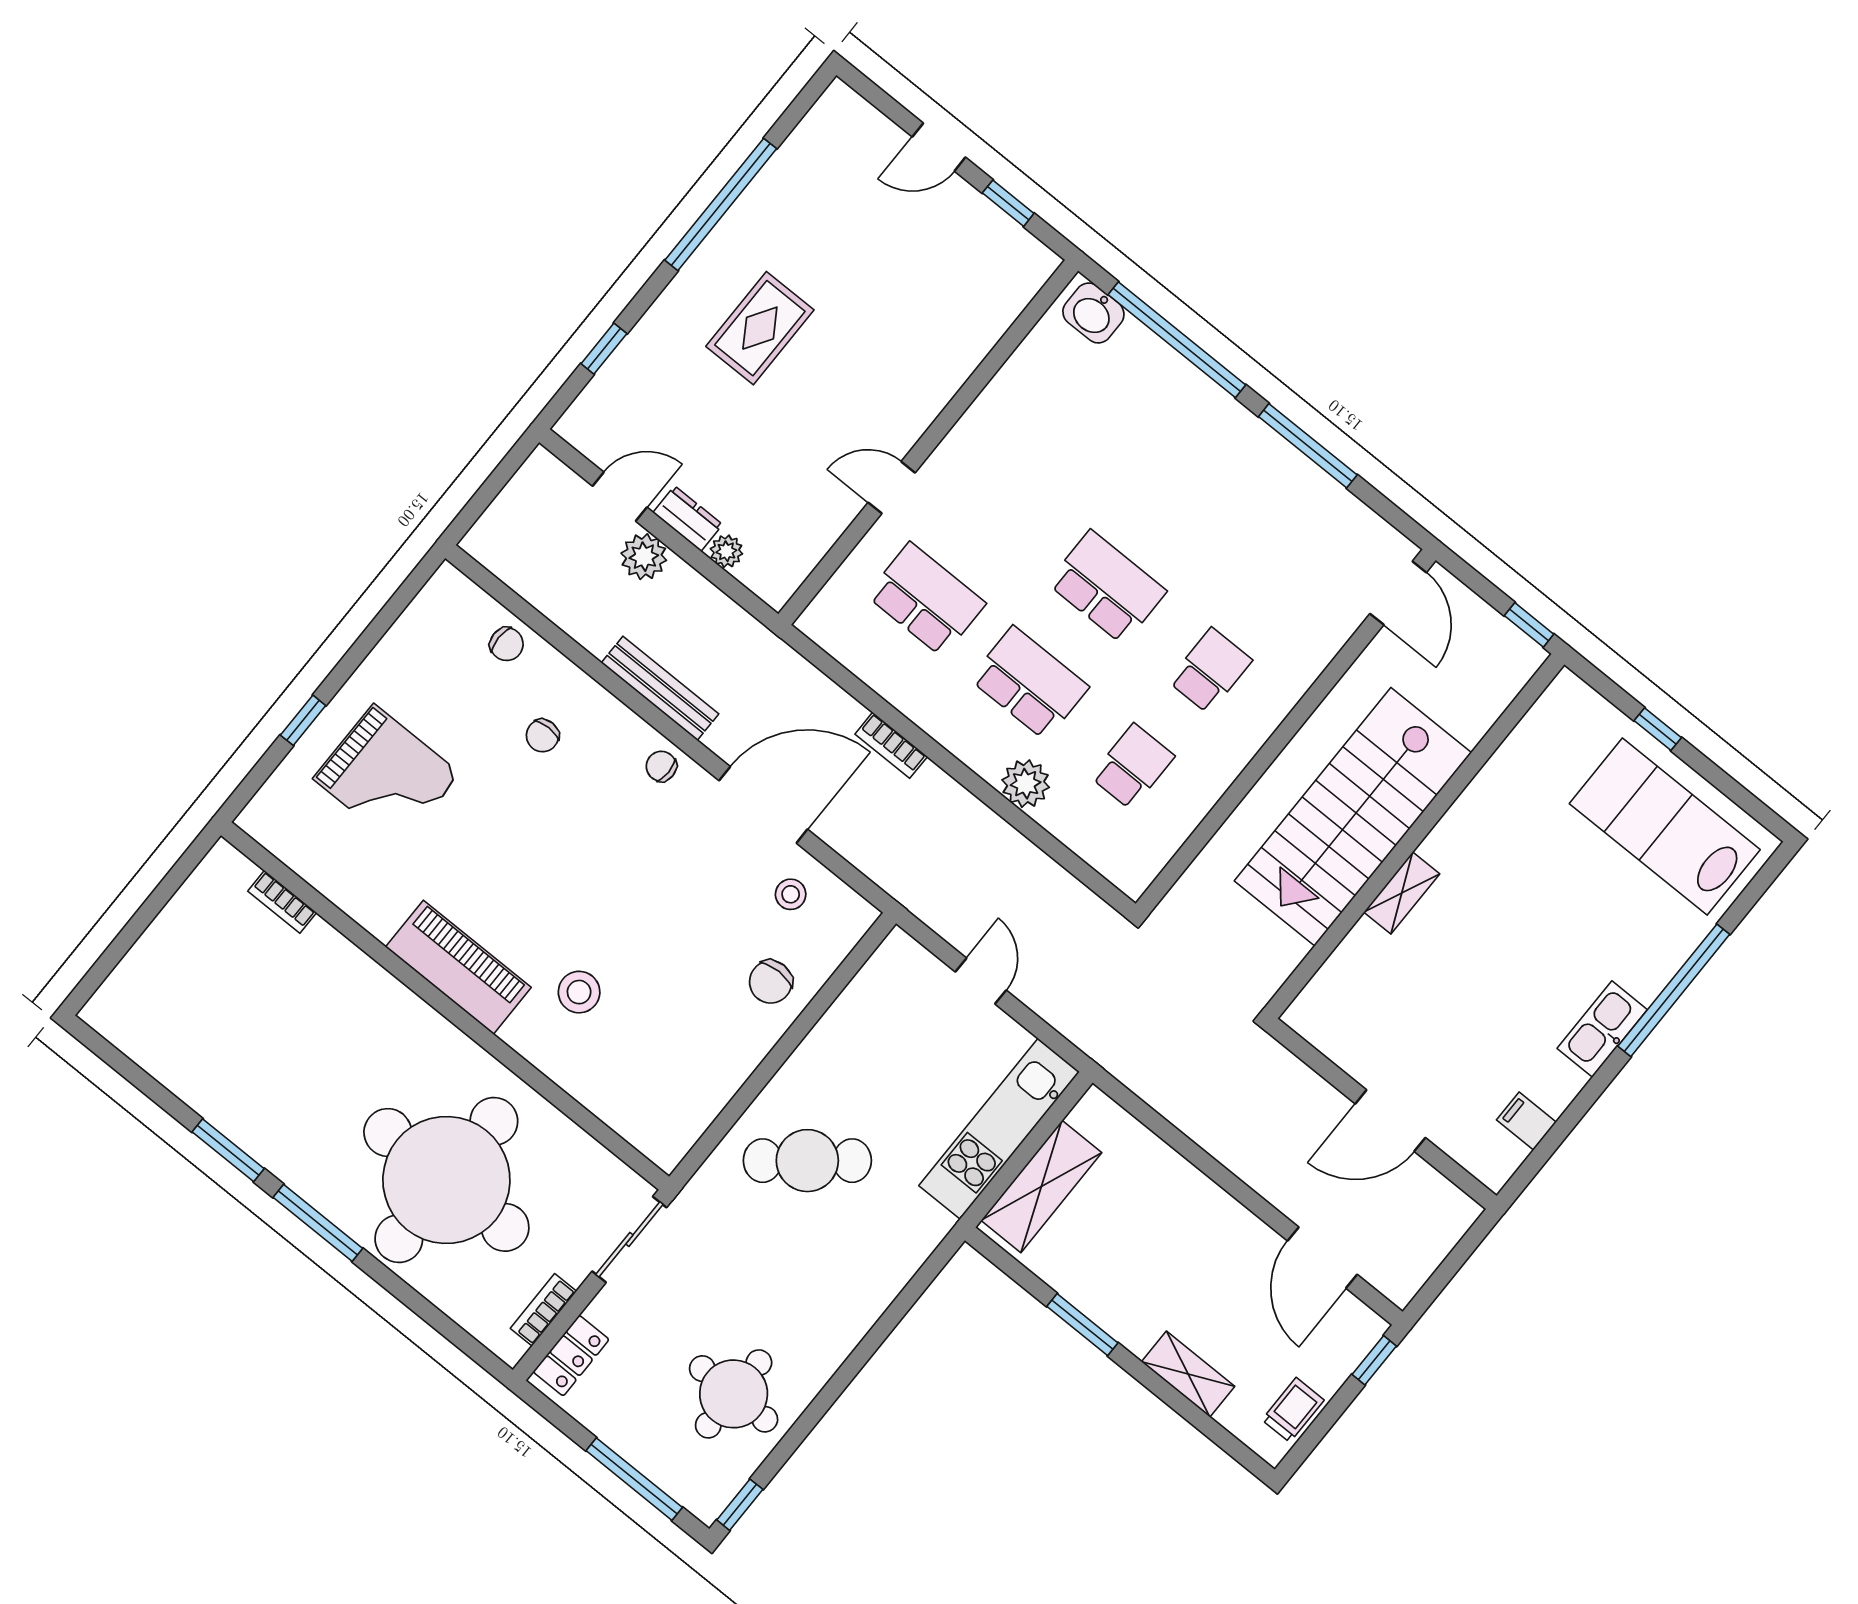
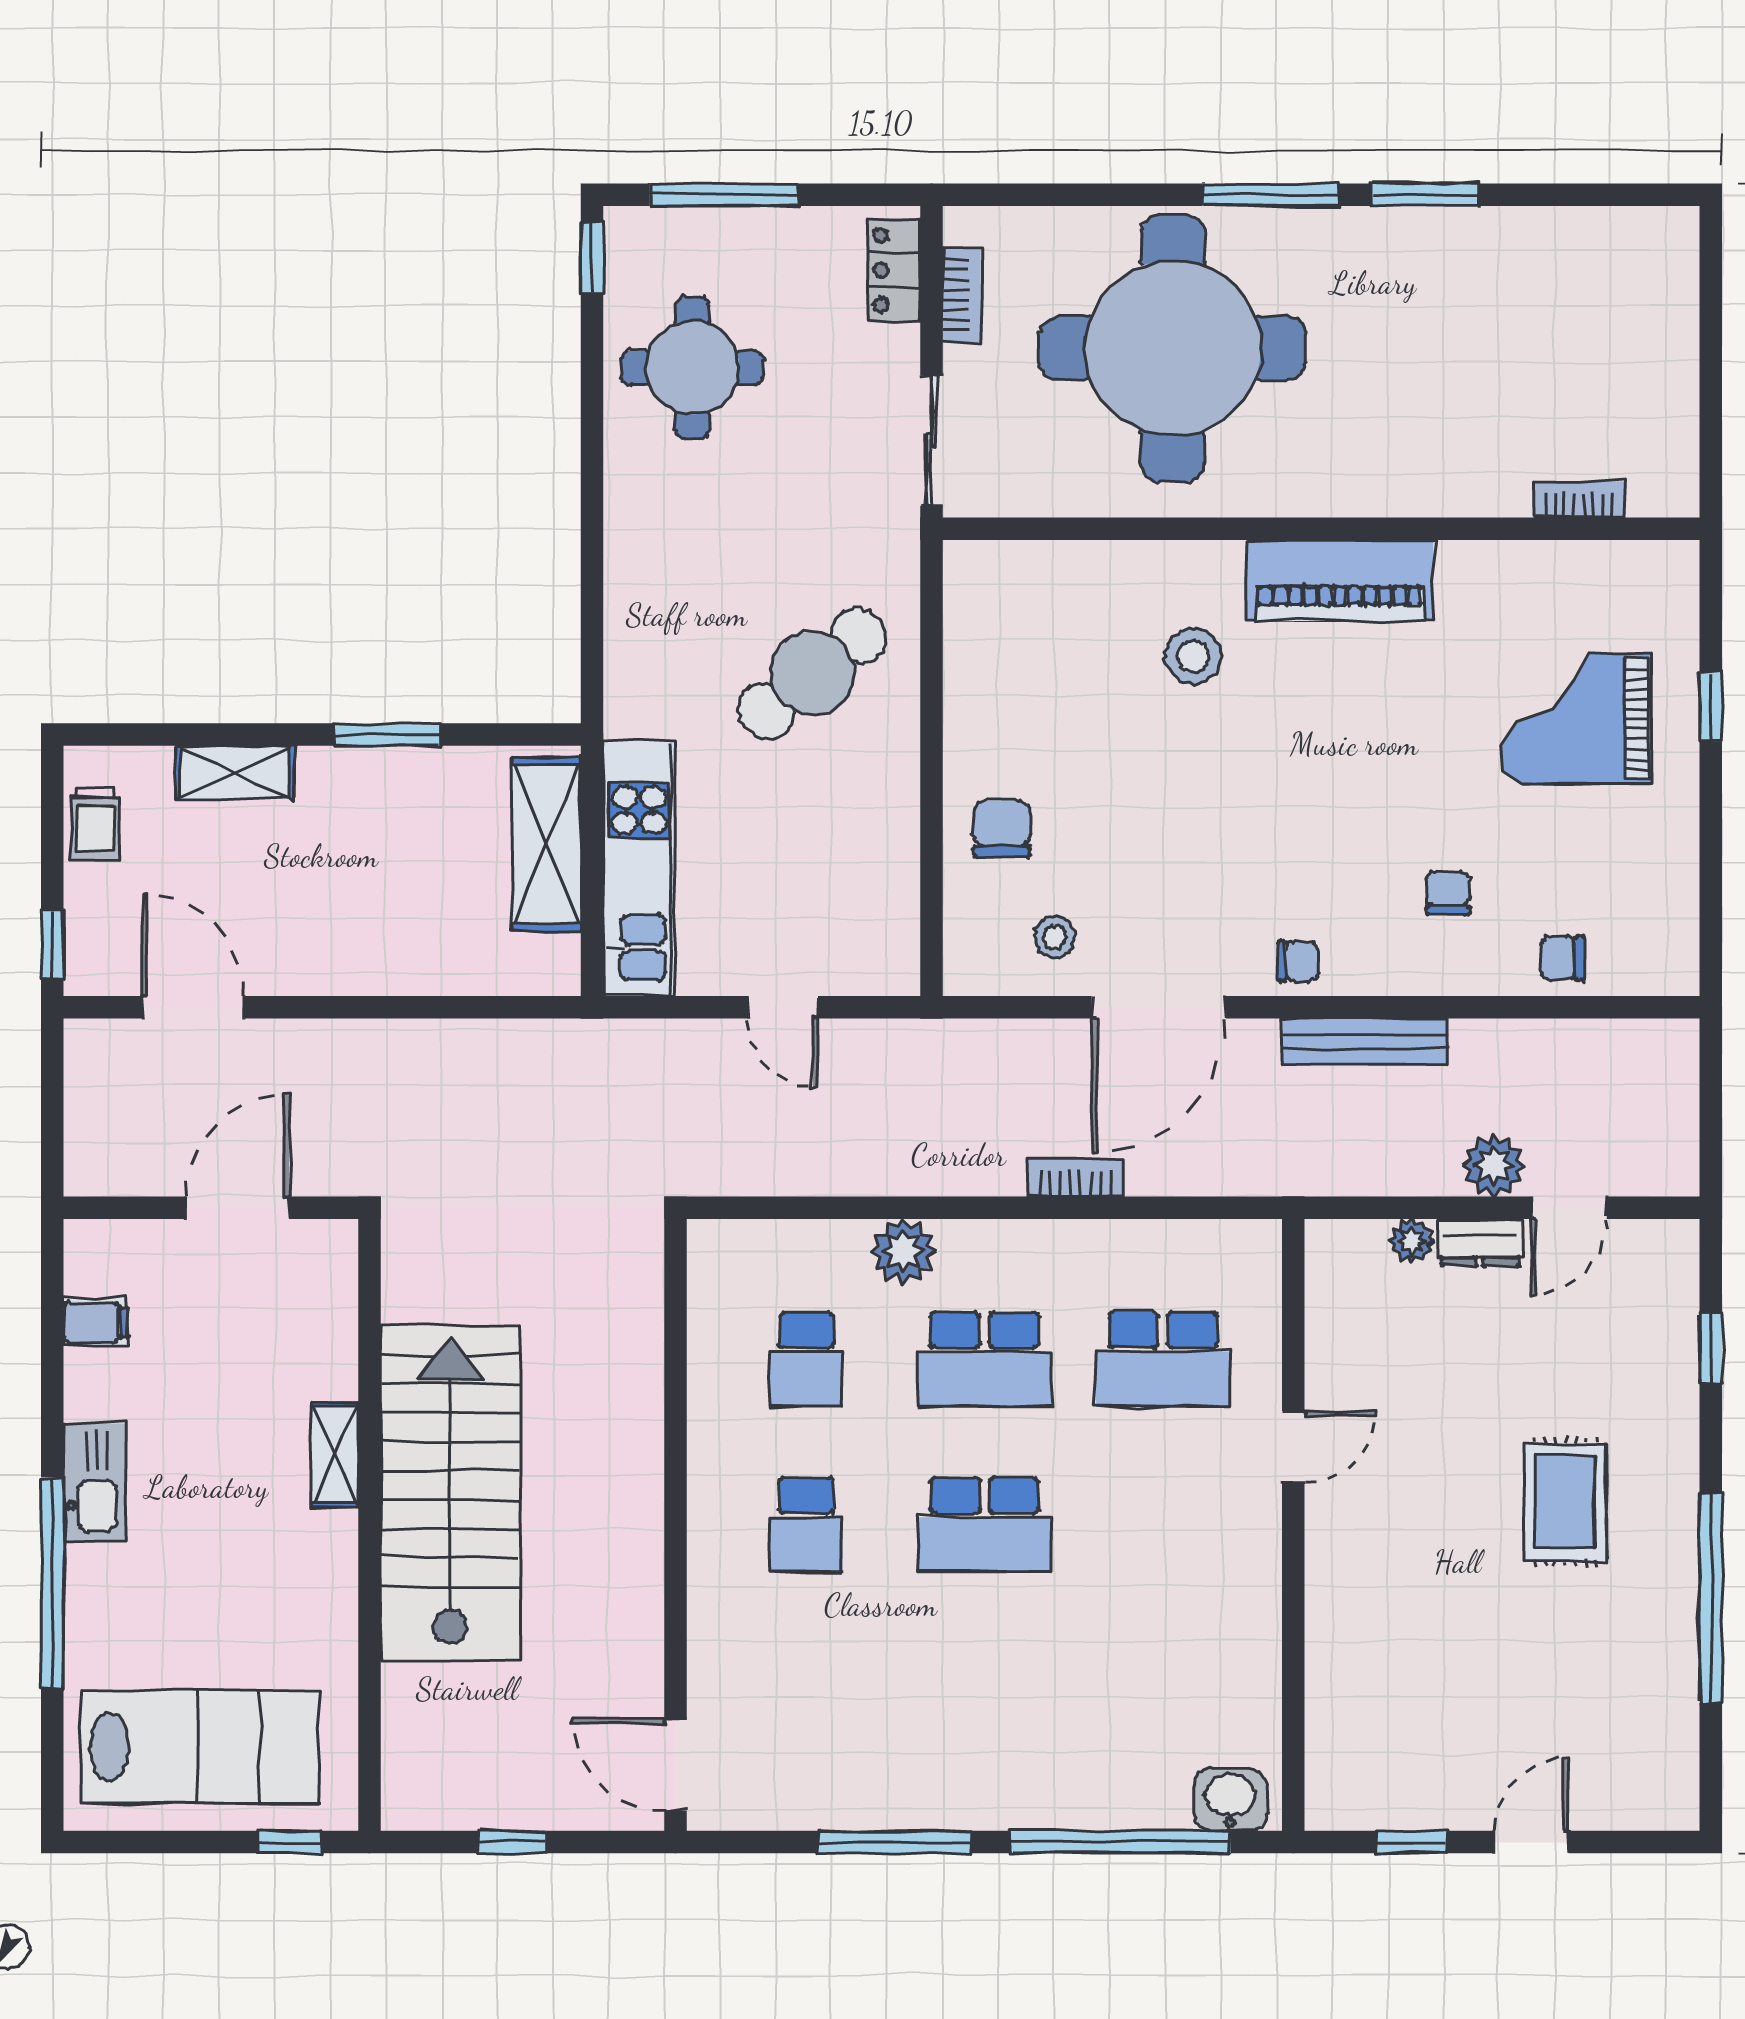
stairs: (1353, 817) -> (450, 1493), moved
wall: (1415, 836) -> (369, 1525), moved
shelving: (1402, 893) -> (335, 1455), moved

